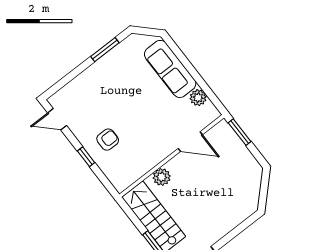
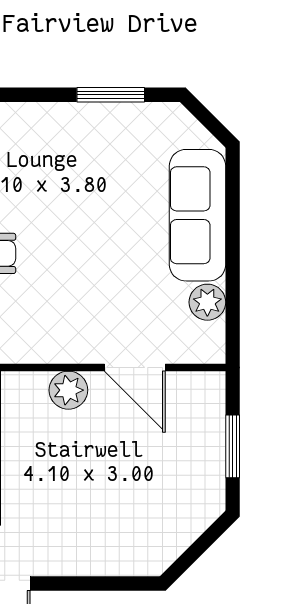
window: (240, 132) -> (233, 446), moved
plant: (162, 177) -> (68, 390), moved

